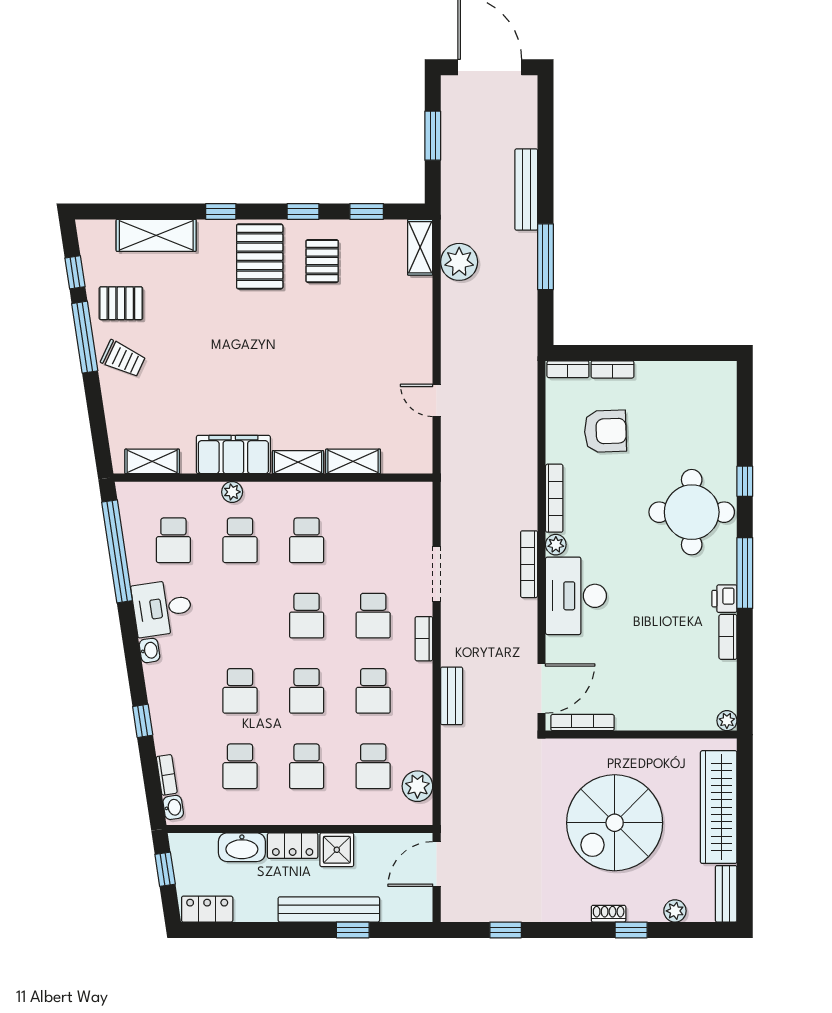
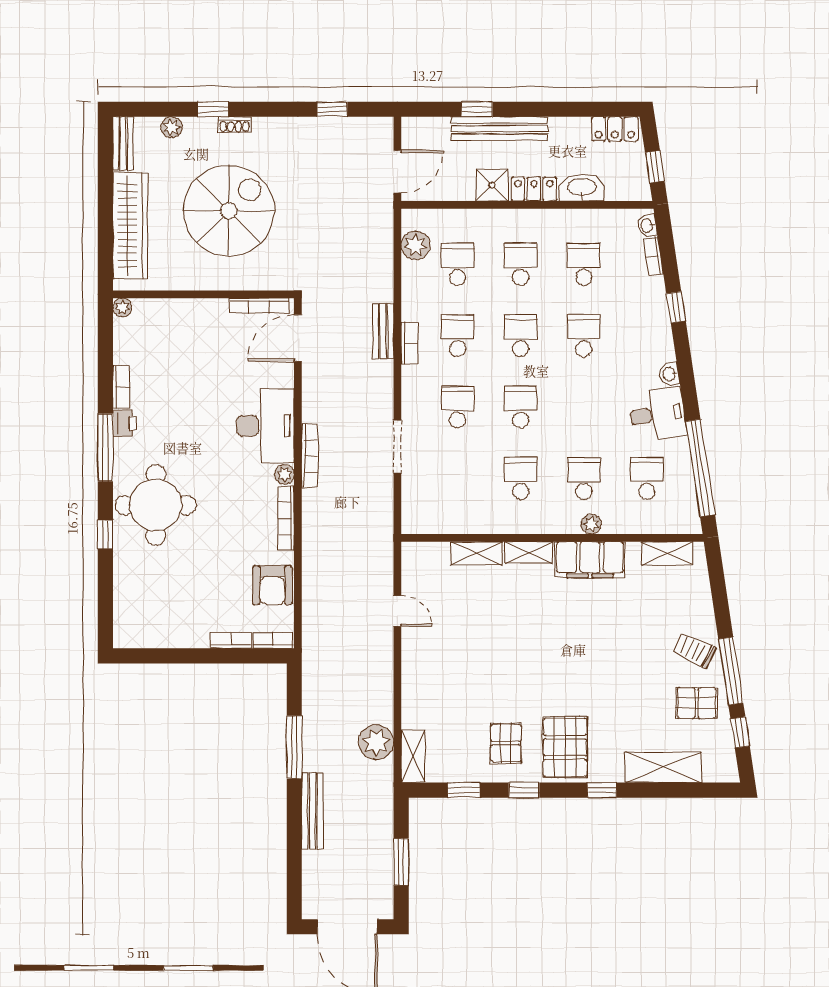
armchair: (605, 431) -> (272, 585), moved, turned -88
bookcase: (424, 639) -> (409, 343), moved

